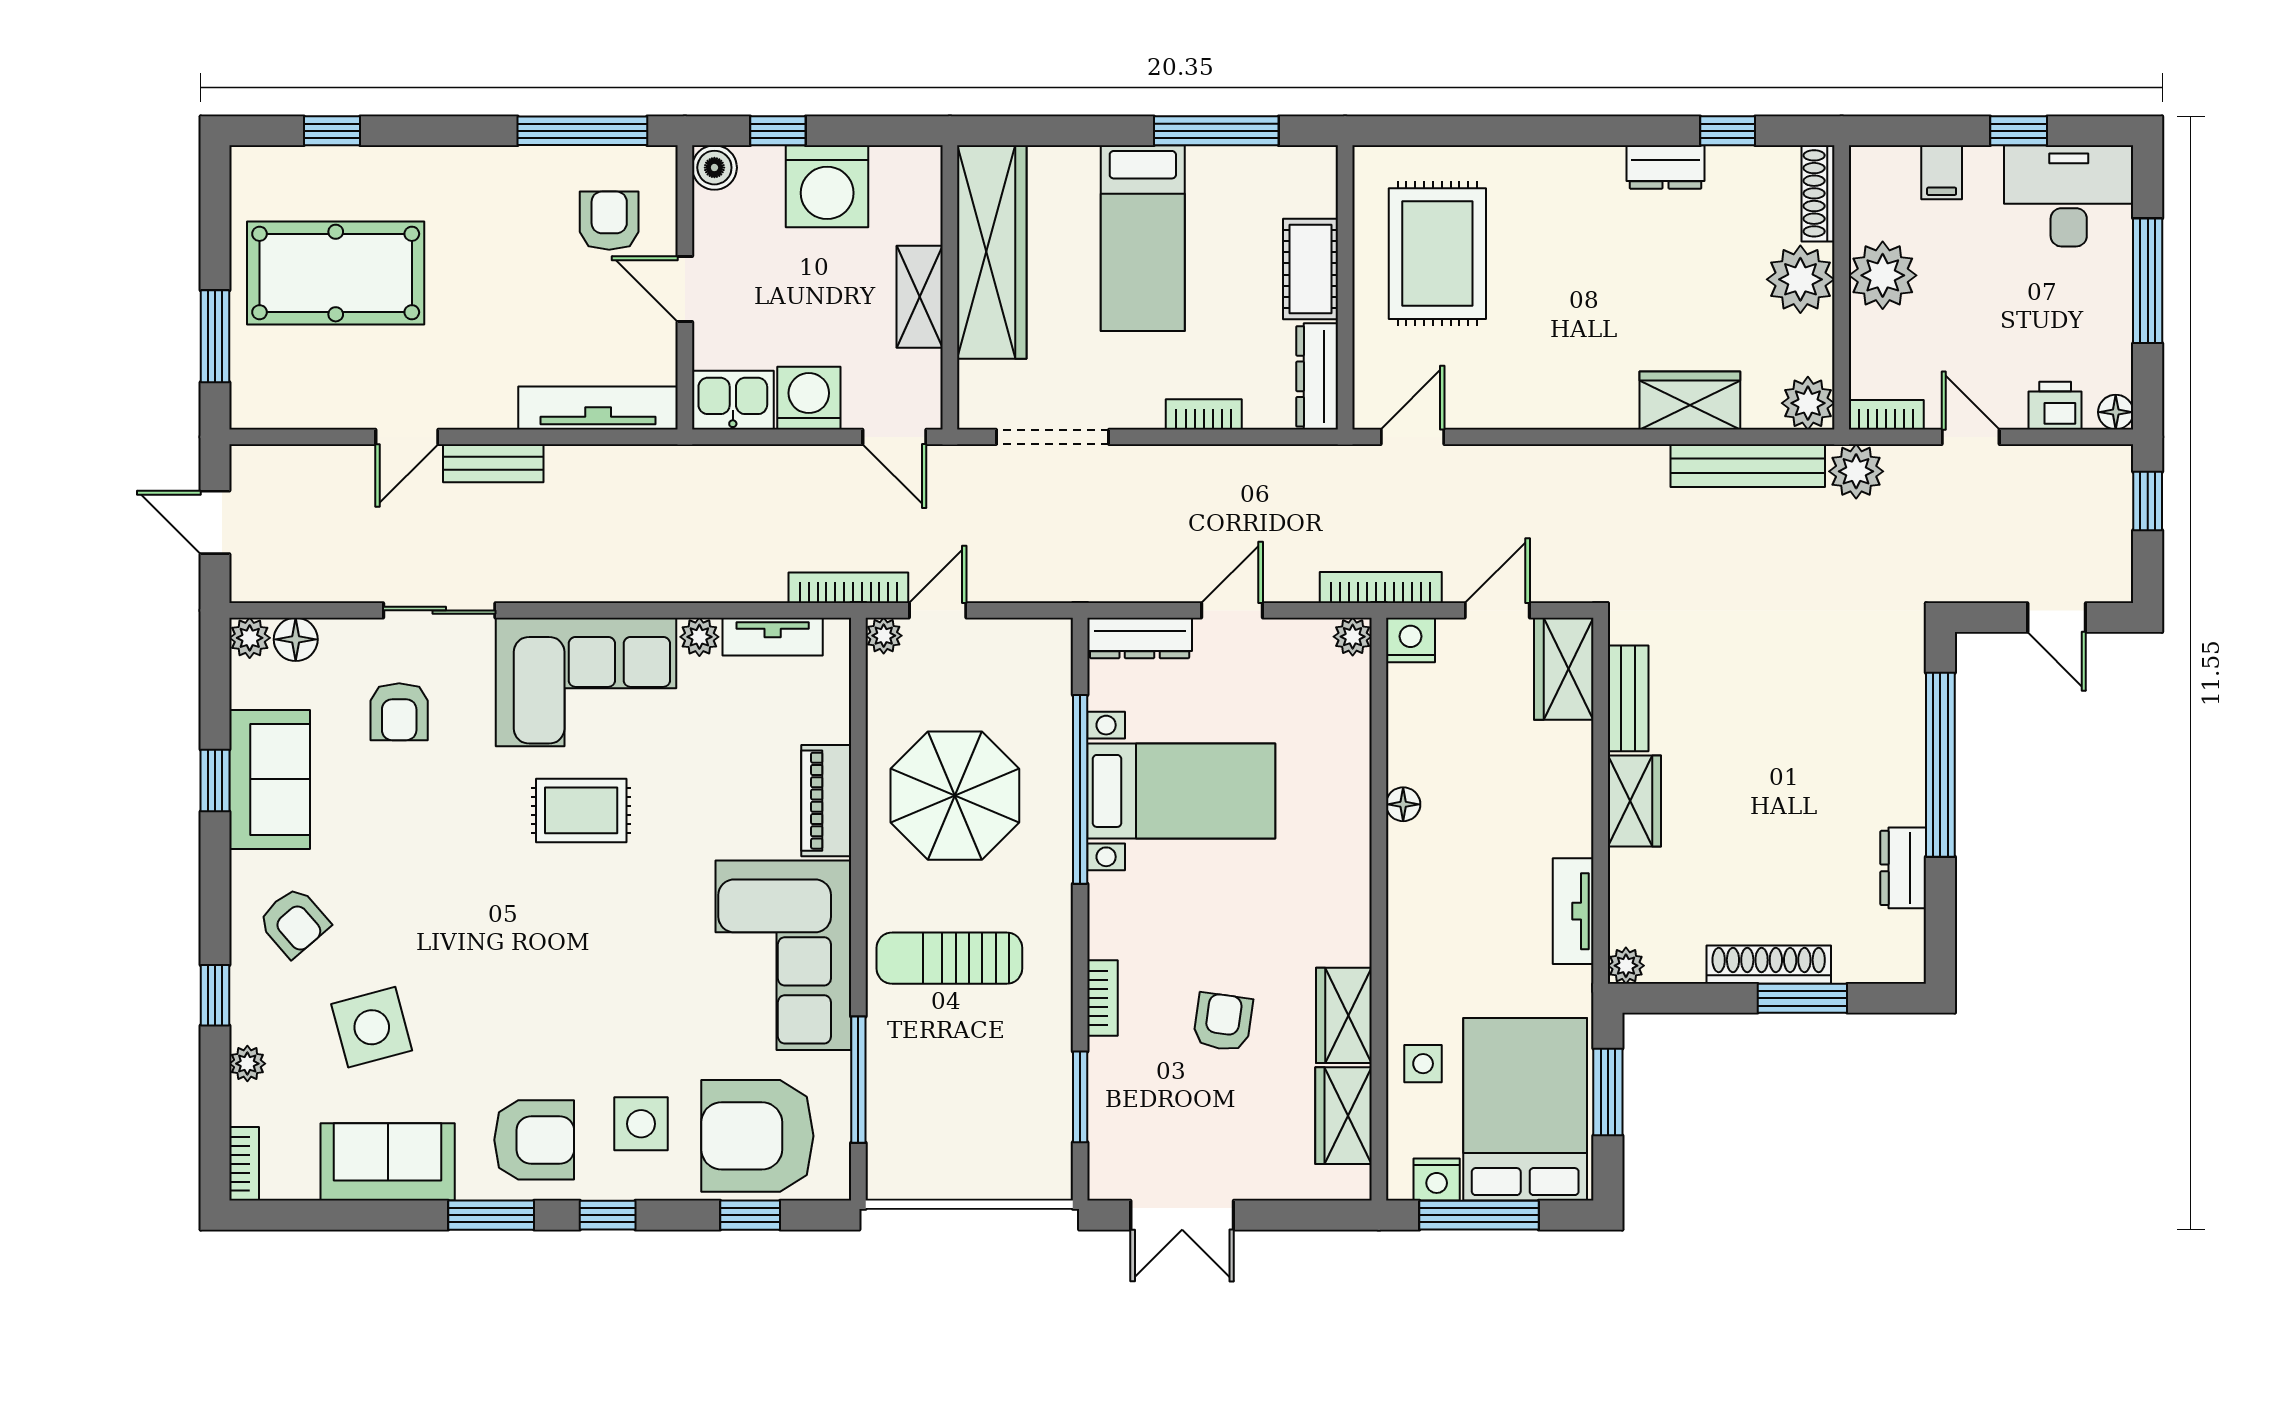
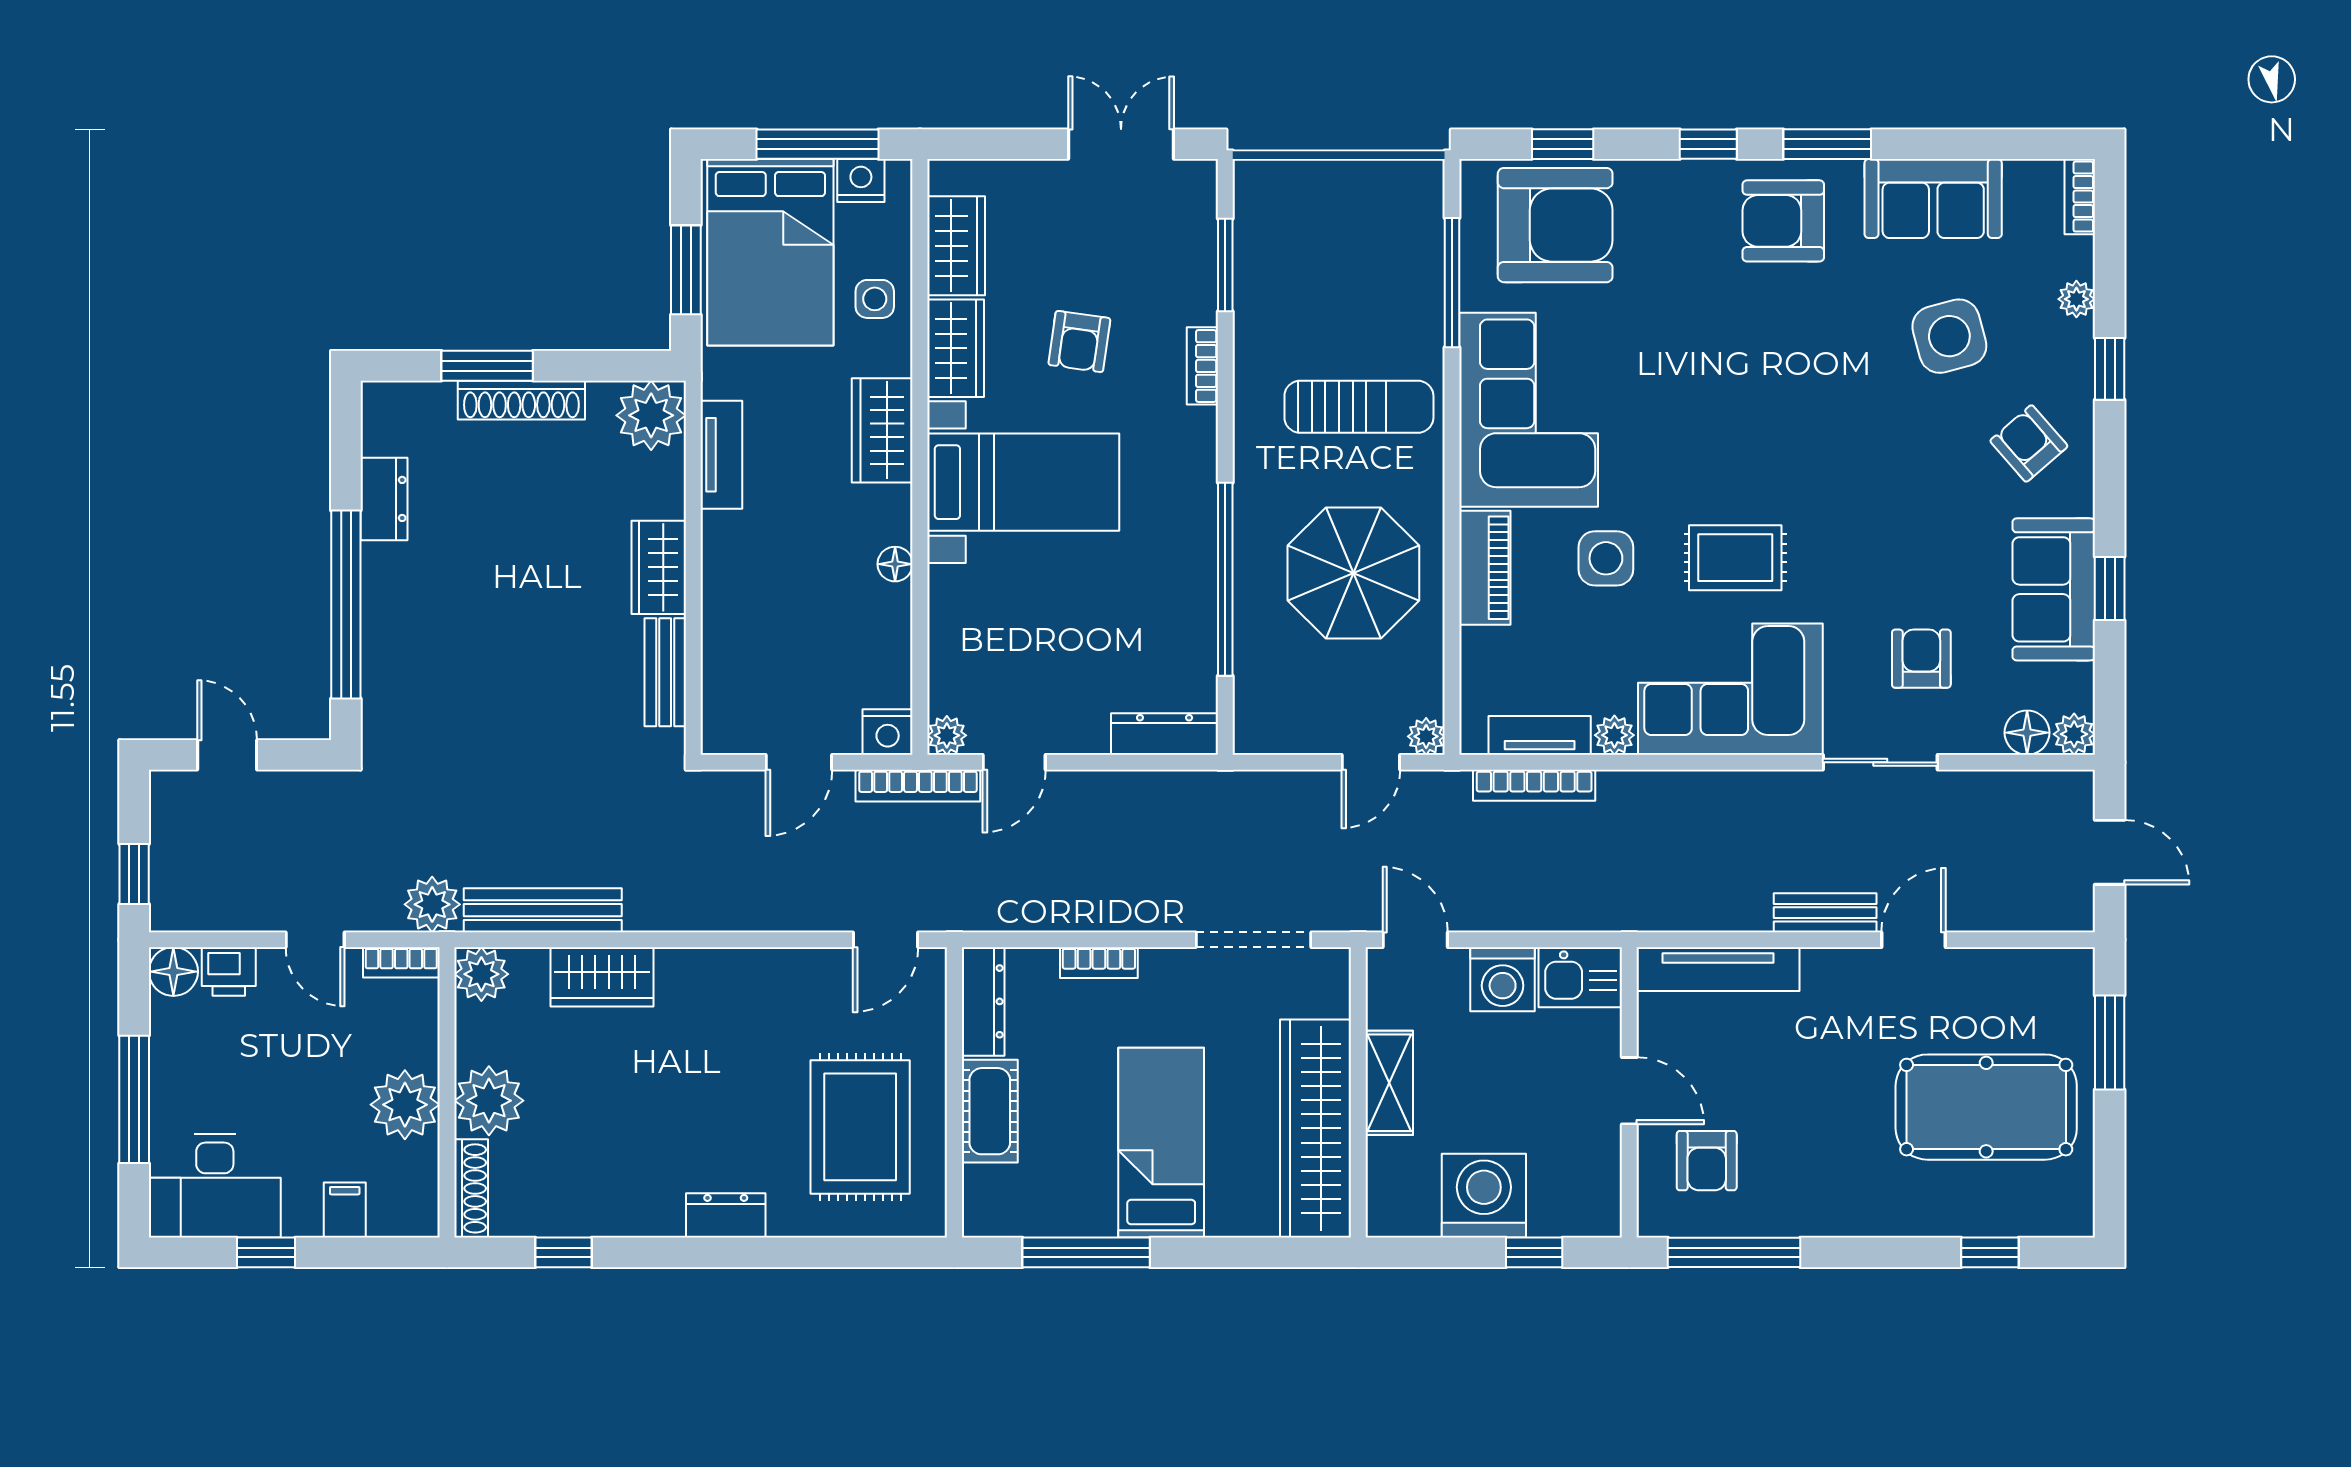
dresser: (1666, 167) -> (726, 1215), moved
boiler: (714, 168) -> (1599, 1215), removed
floor lamp: (2116, 412) -> (173, 972), width x1.37, depth x1.37
bookcase: (848, 588) -> (1534, 785), moved
door: (1232, 610) -> (1014, 762), moved
wardrobe: (1564, 669) -> (882, 430), moved, turned 180
bed with nightstands: (1181, 791) -> (1023, 482), moved, turned 180
plant: (1626, 966) -> (651, 415), width x1.88, depth x1.88
side table: (641, 1124) -> (1606, 558), moved

